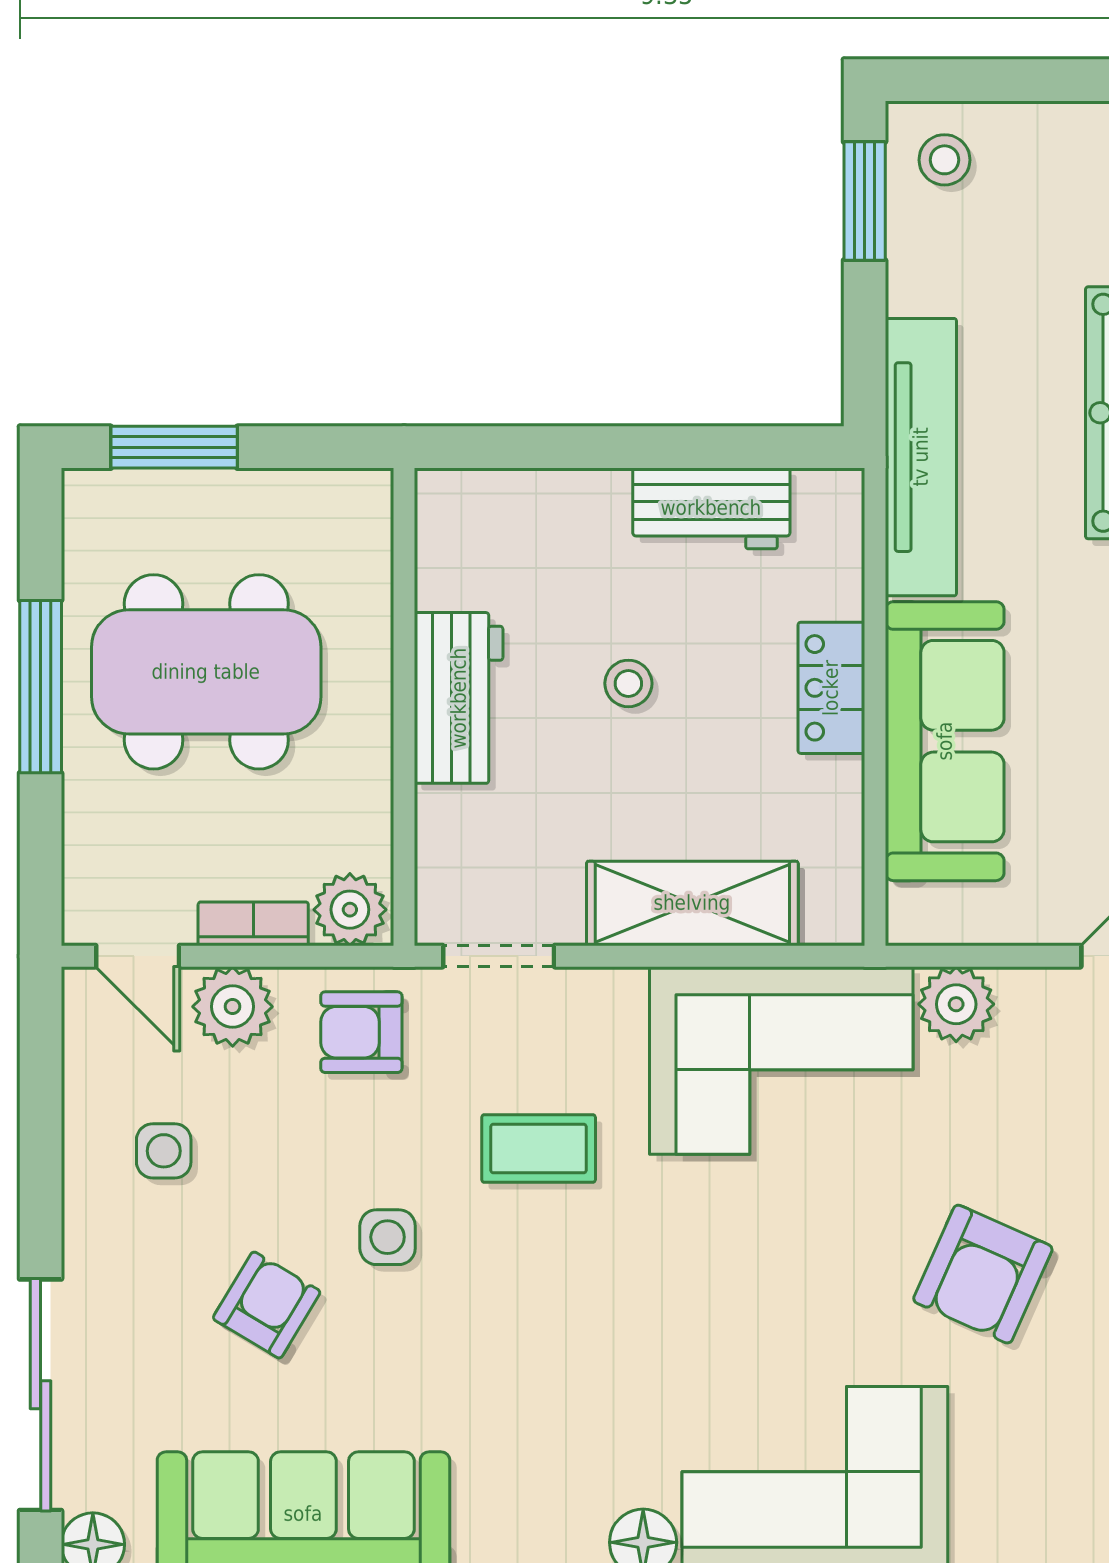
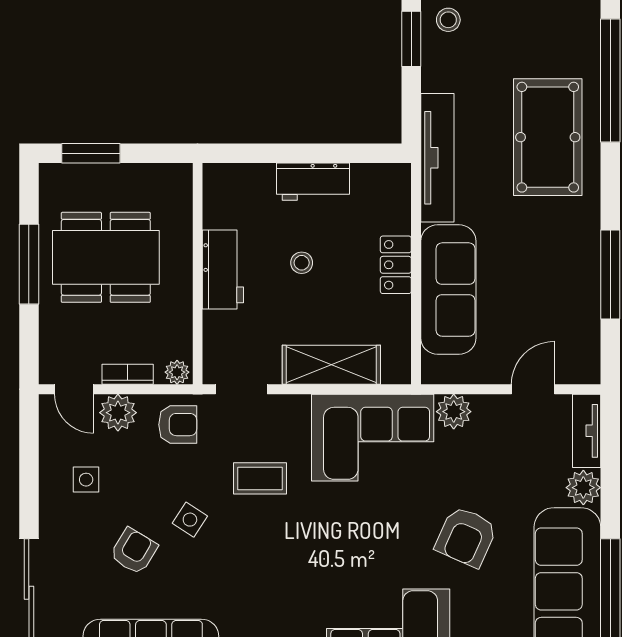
workbench: (711, 508) -> (313, 182), moved
plant: (350, 910) -> (177, 372), width x0.73, depth x0.73
armchair: (361, 1032) -> (178, 425), turned 180
side table: (388, 1237) -> (190, 520), turned 33

